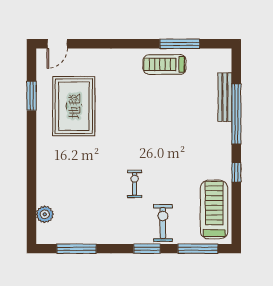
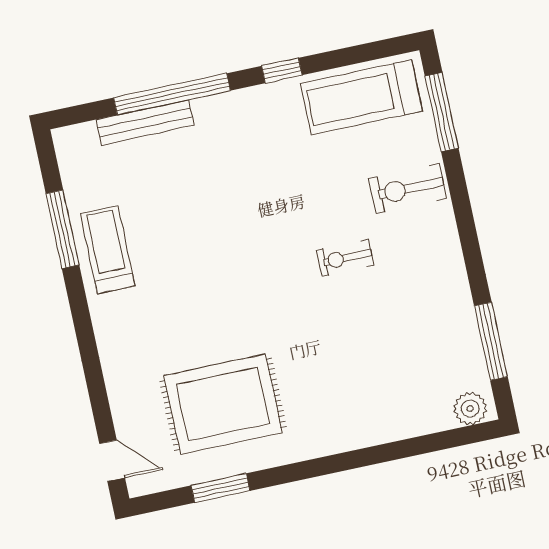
treadmill: (165, 64) -> (107, 250), turned 180
plant: (45, 214) -> (470, 409), moved
window: (147, 249) -> (462, 208), removed

